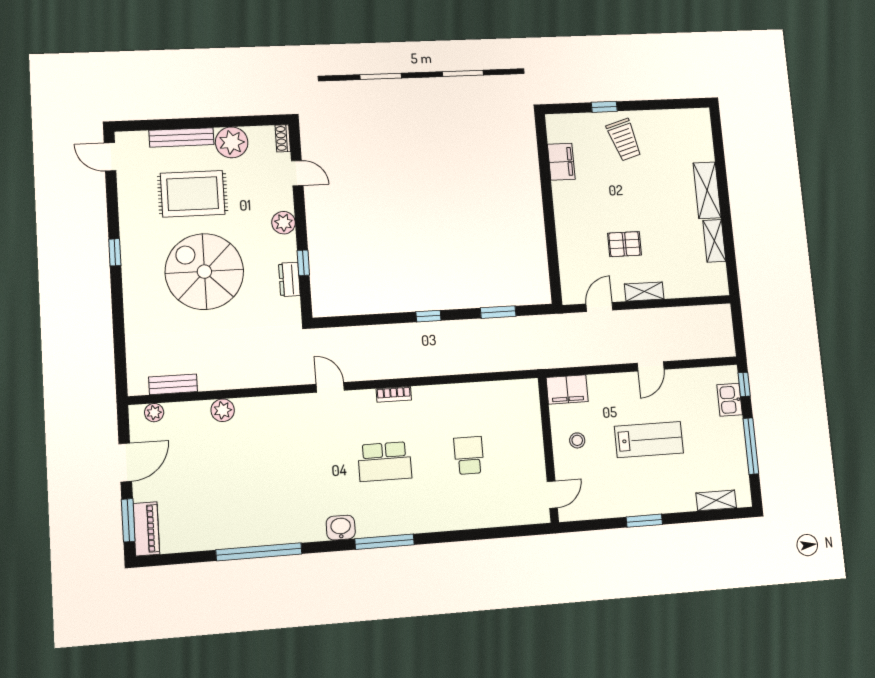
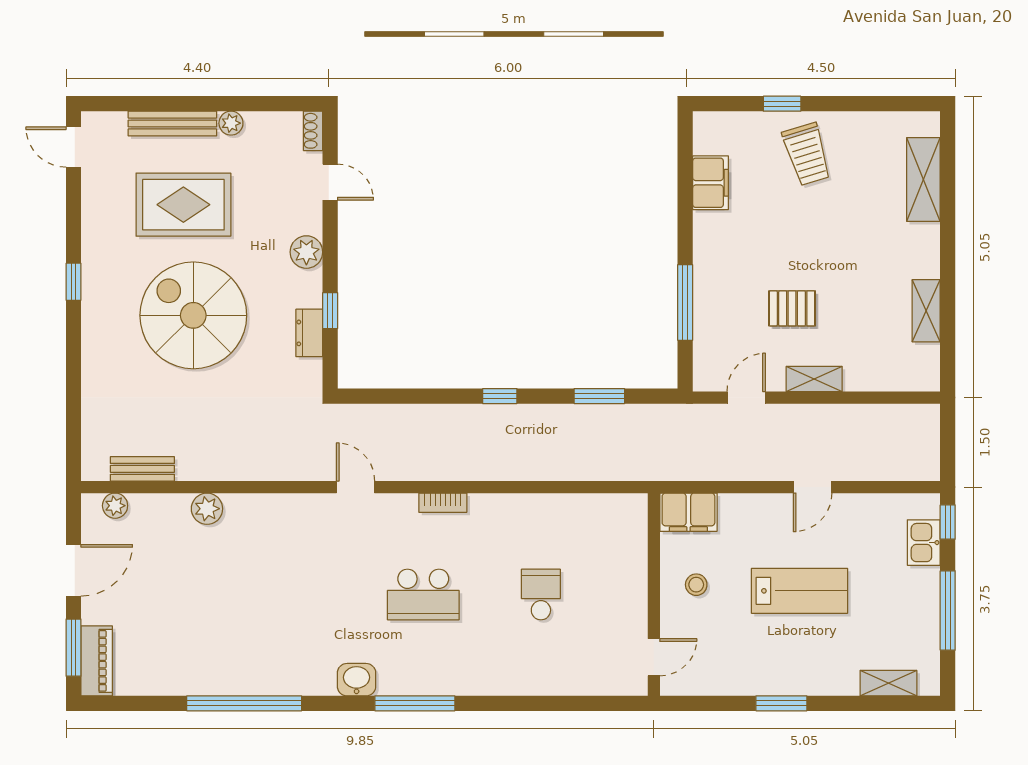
plant: (232, 142) -> (231, 123), width x0.53, depth x0.53
shelving: (707, 190) -> (923, 179), moved
window: (552, 244) -> (685, 302), added

